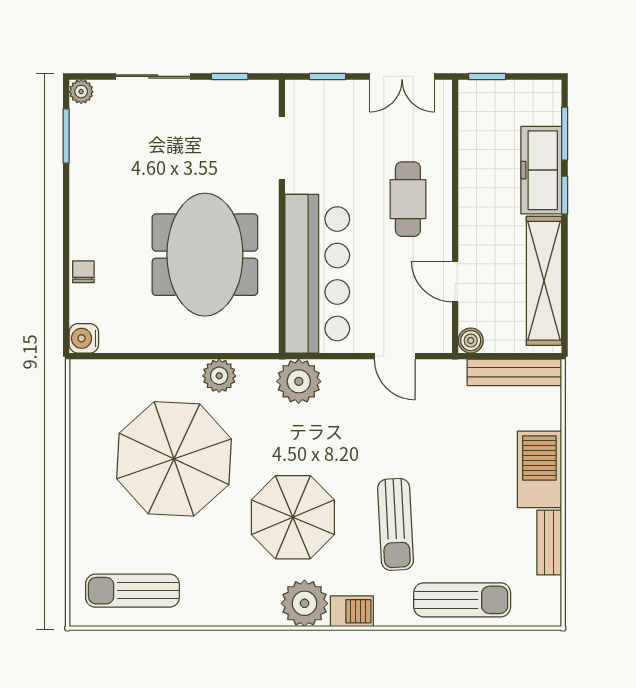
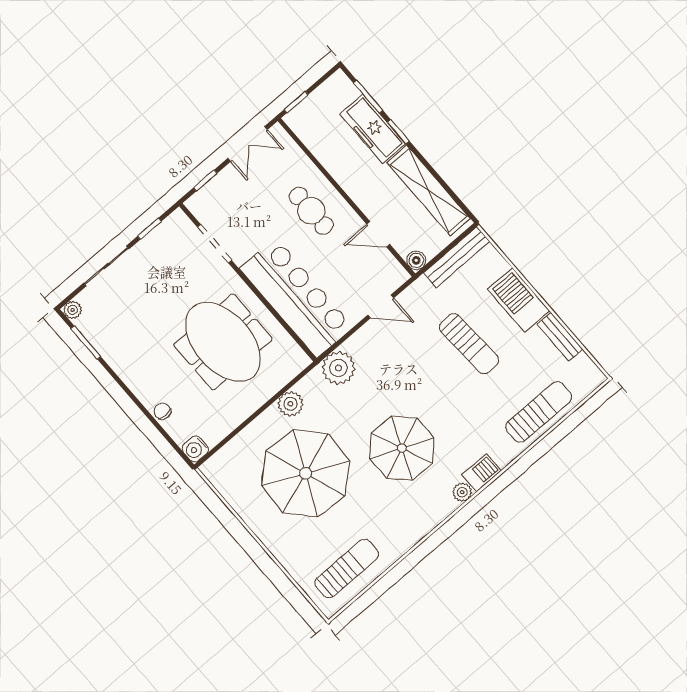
sun lounger: (395, 524) -> (469, 344), moved
sun lounger: (132, 591) -> (347, 569), turned 180
plant: (304, 603) -> (462, 492), width x0.53, depth x0.53

